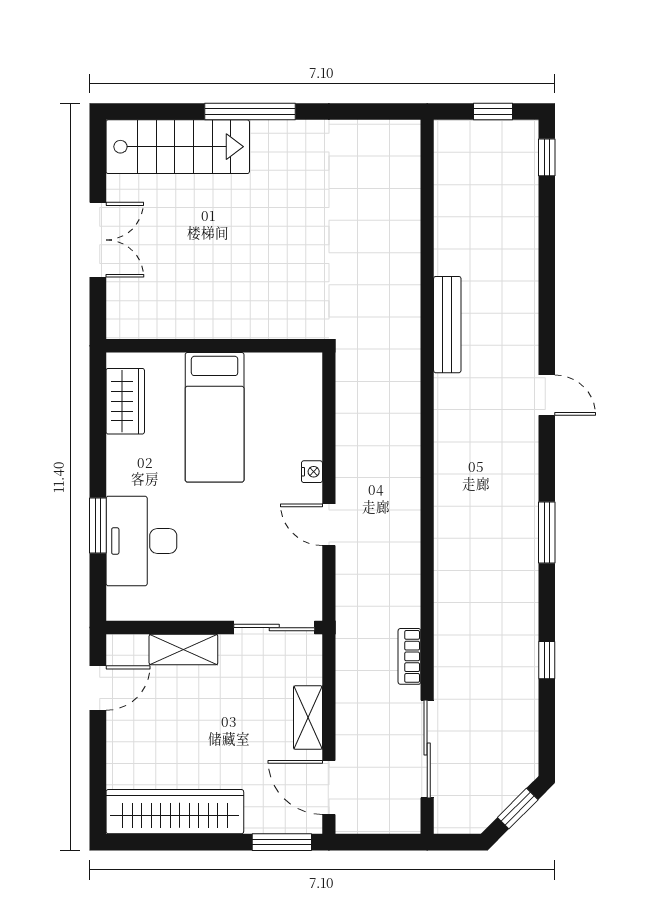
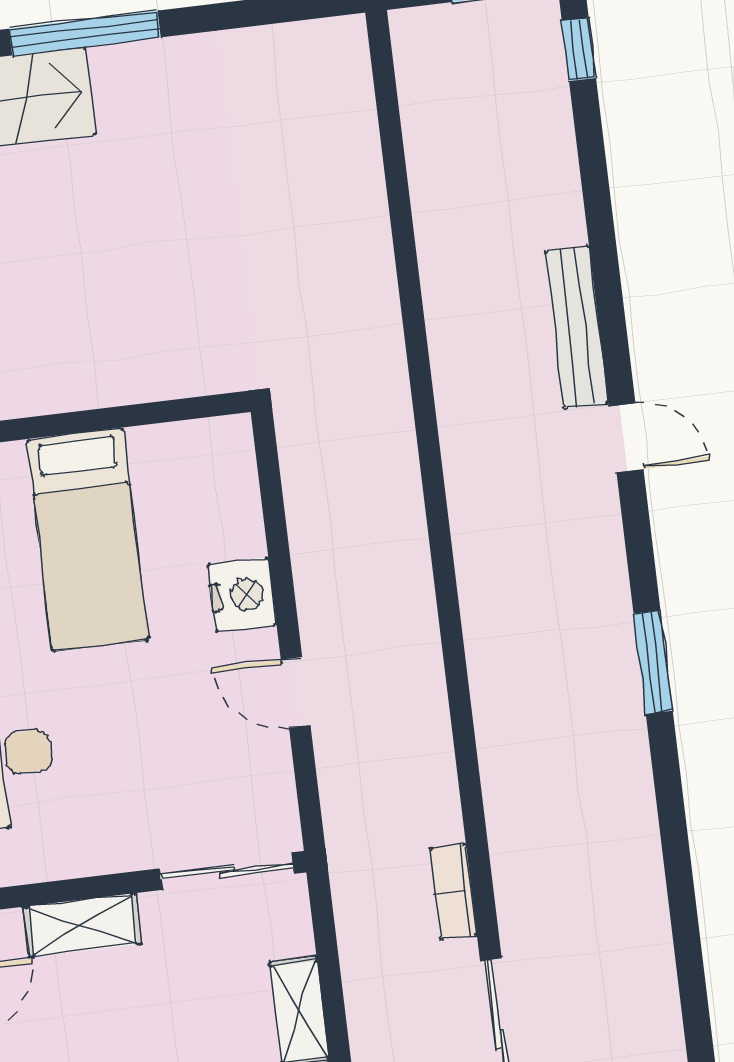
bench: (447, 325) -> (577, 327), moved
nightstand: (312, 472) -> (242, 595), width x1.89, depth x1.79
window: (547, 660) -> (678, 870), removed

